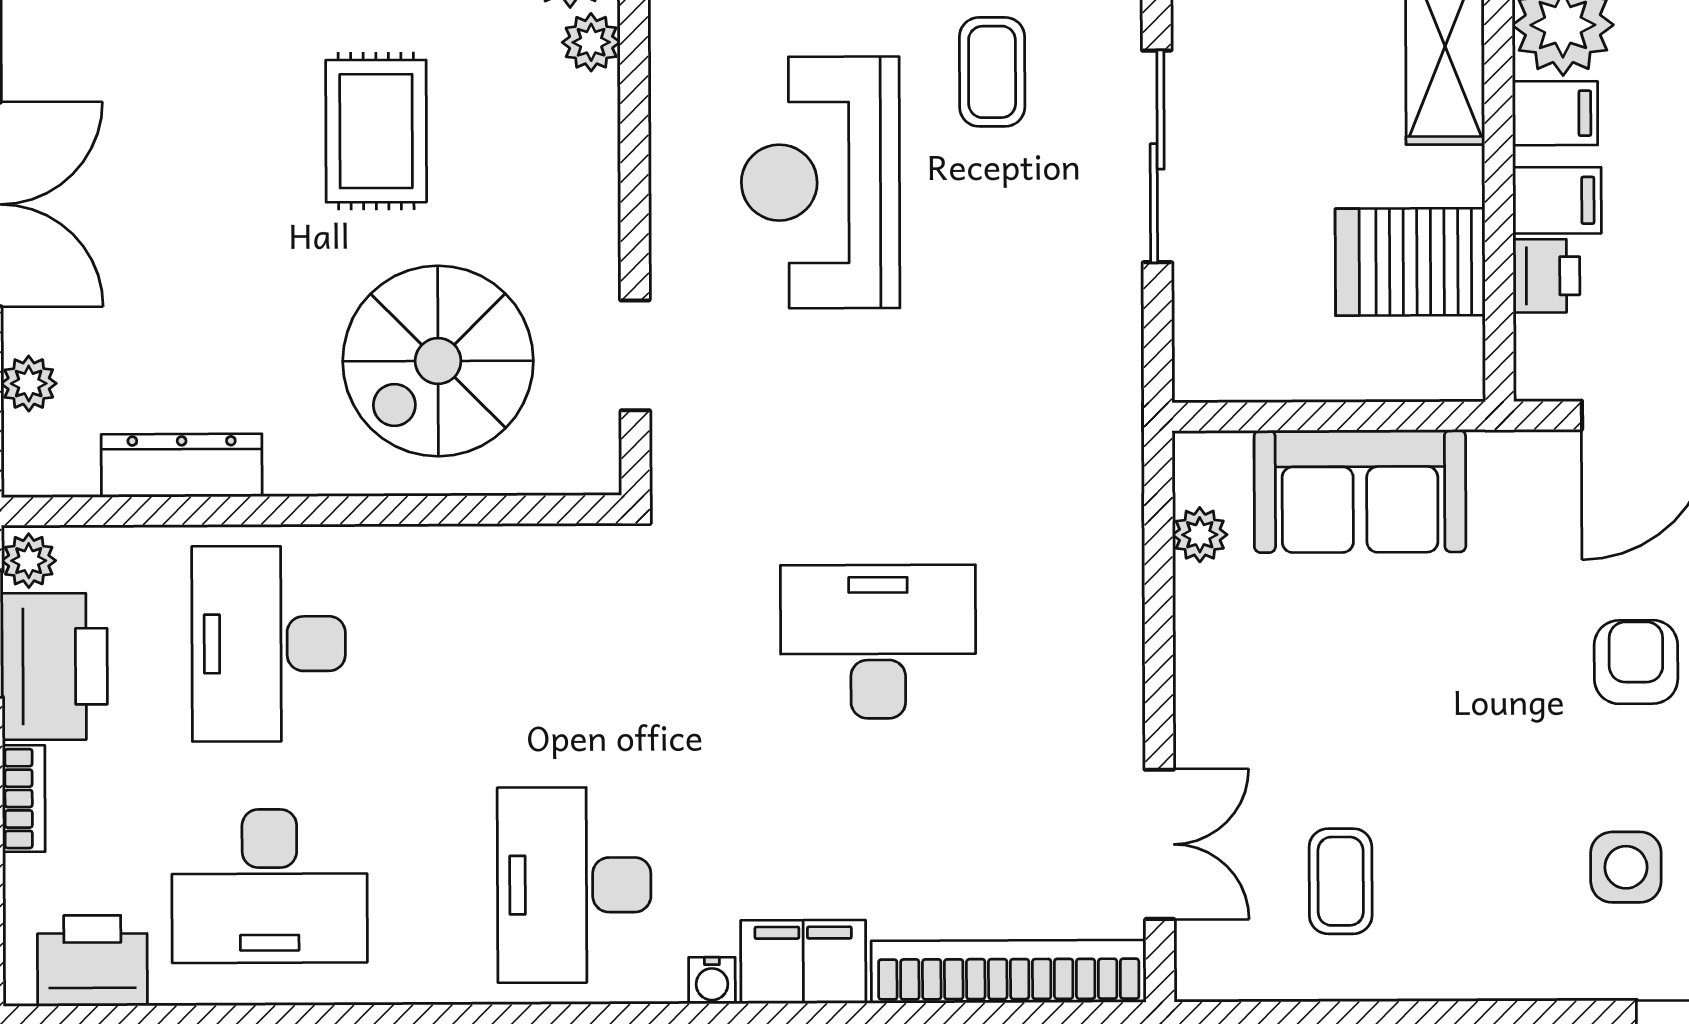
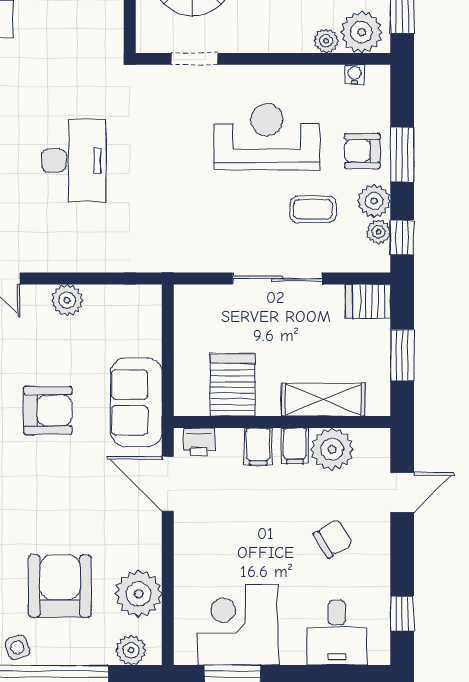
printer: (1546, 276) -> (199, 442), moved
sofa: (1360, 491) -> (136, 402), moved
plant: (1200, 535) -> (67, 300), moved, width x1.38, depth x1.38
armchair: (1636, 662) -> (48, 410), moved, width x1.38, depth x1.38

